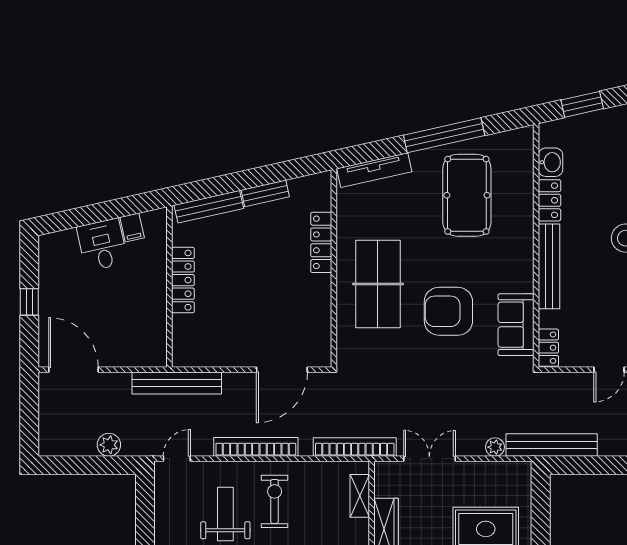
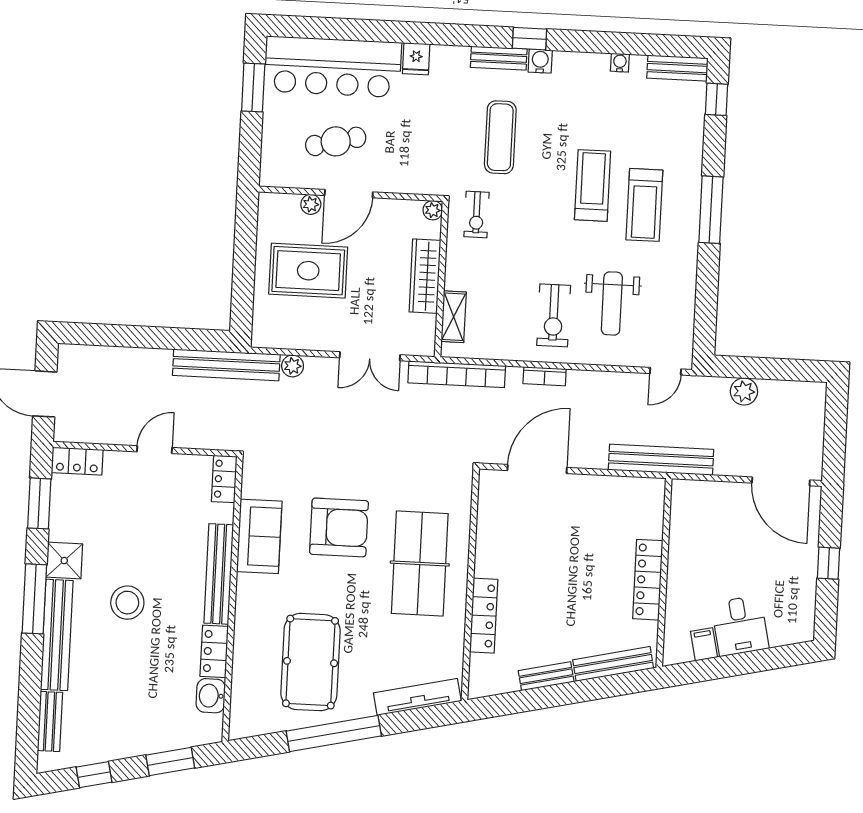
sofa: (516, 325) -> (259, 536), moved
bookcase: (256, 447) -> (545, 376), width x0.43, depth x0.76

